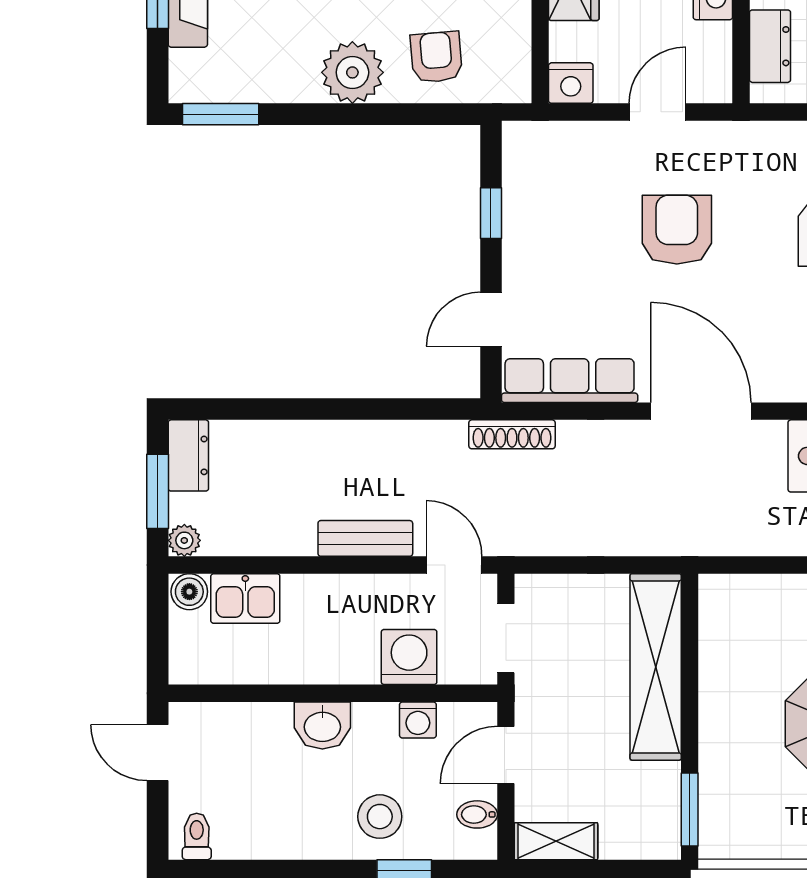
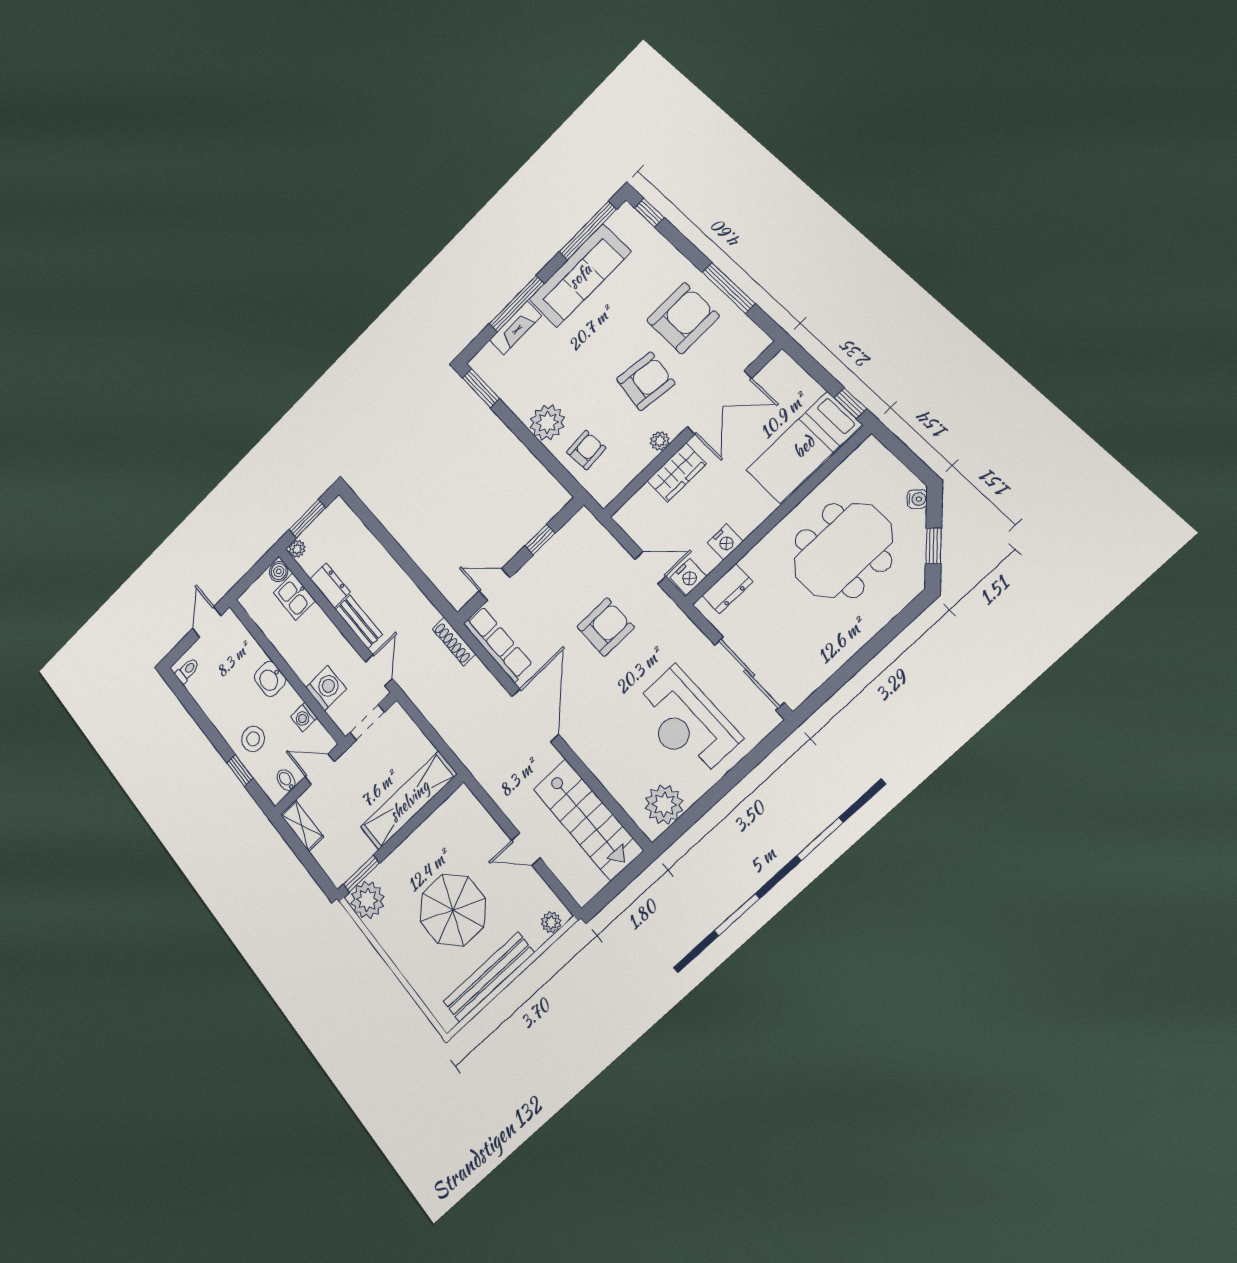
nightstand: (571, 83) -> (688, 577), moved, turned -90
dresser: (188, 455) -> (330, 585), moved, turned -90
plant: (729, 829) -> (367, 900), added

